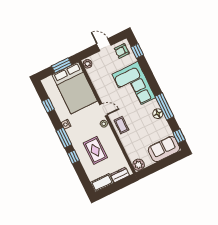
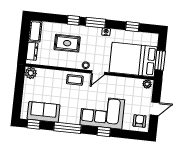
window: (137, 51) -> (104, 132), moved
floor lamp: (158, 114) -> (65, 118), removed
sofa: (164, 149) -> (44, 112), moved, turned -90

